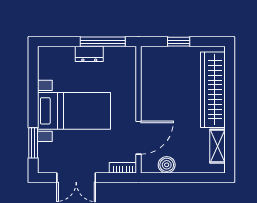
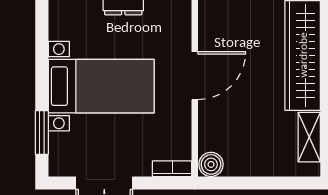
door: (138, 138) -> (195, 76), moved
boiler: (167, 165) -> (211, 164), moved

